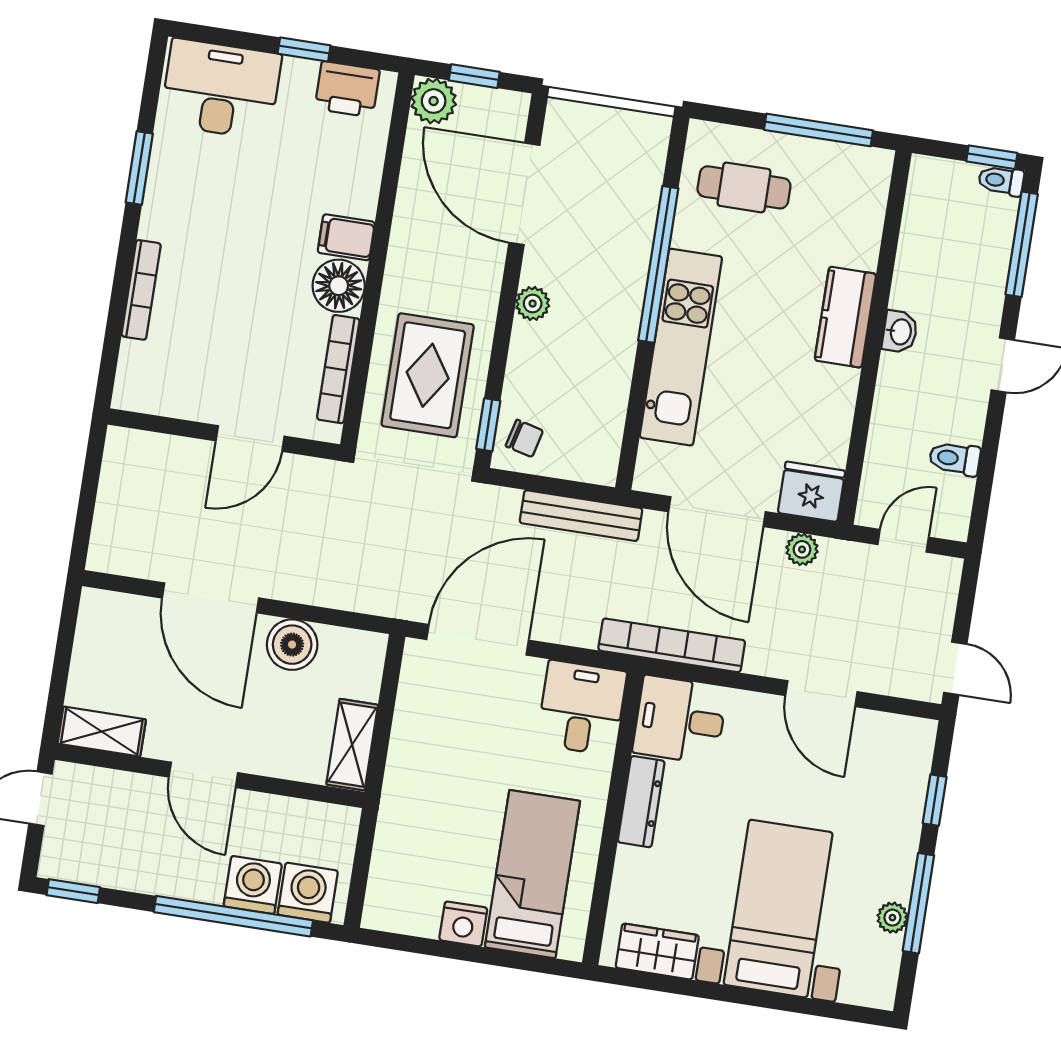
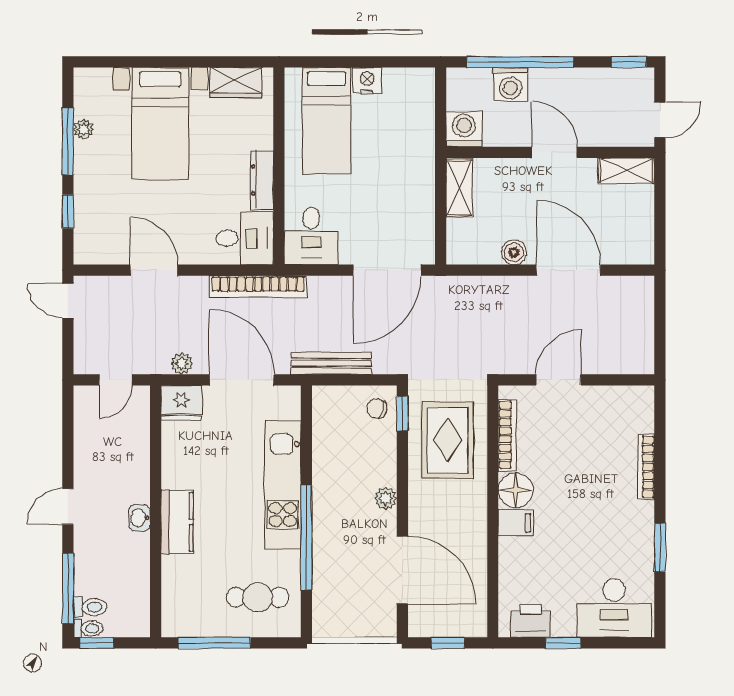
plant: (434, 101) -> (472, 622), removed
toilet: (955, 459) -> (90, 607), moved
boiler: (292, 645) -> (514, 252), width x0.73, depth x0.73
washing machine: (308, 893) -> (464, 129), moved, turned 180

